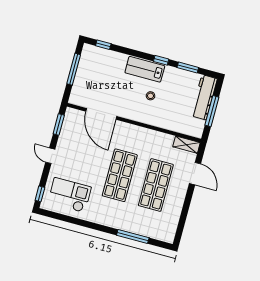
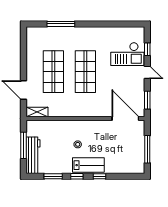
window: (103, 45) -> (99, 176), moved
door: (101, 114) -> (125, 118), moved
window: (40, 194) -> (147, 49), moved
checkout: (70, 195) -> (127, 54), moved

